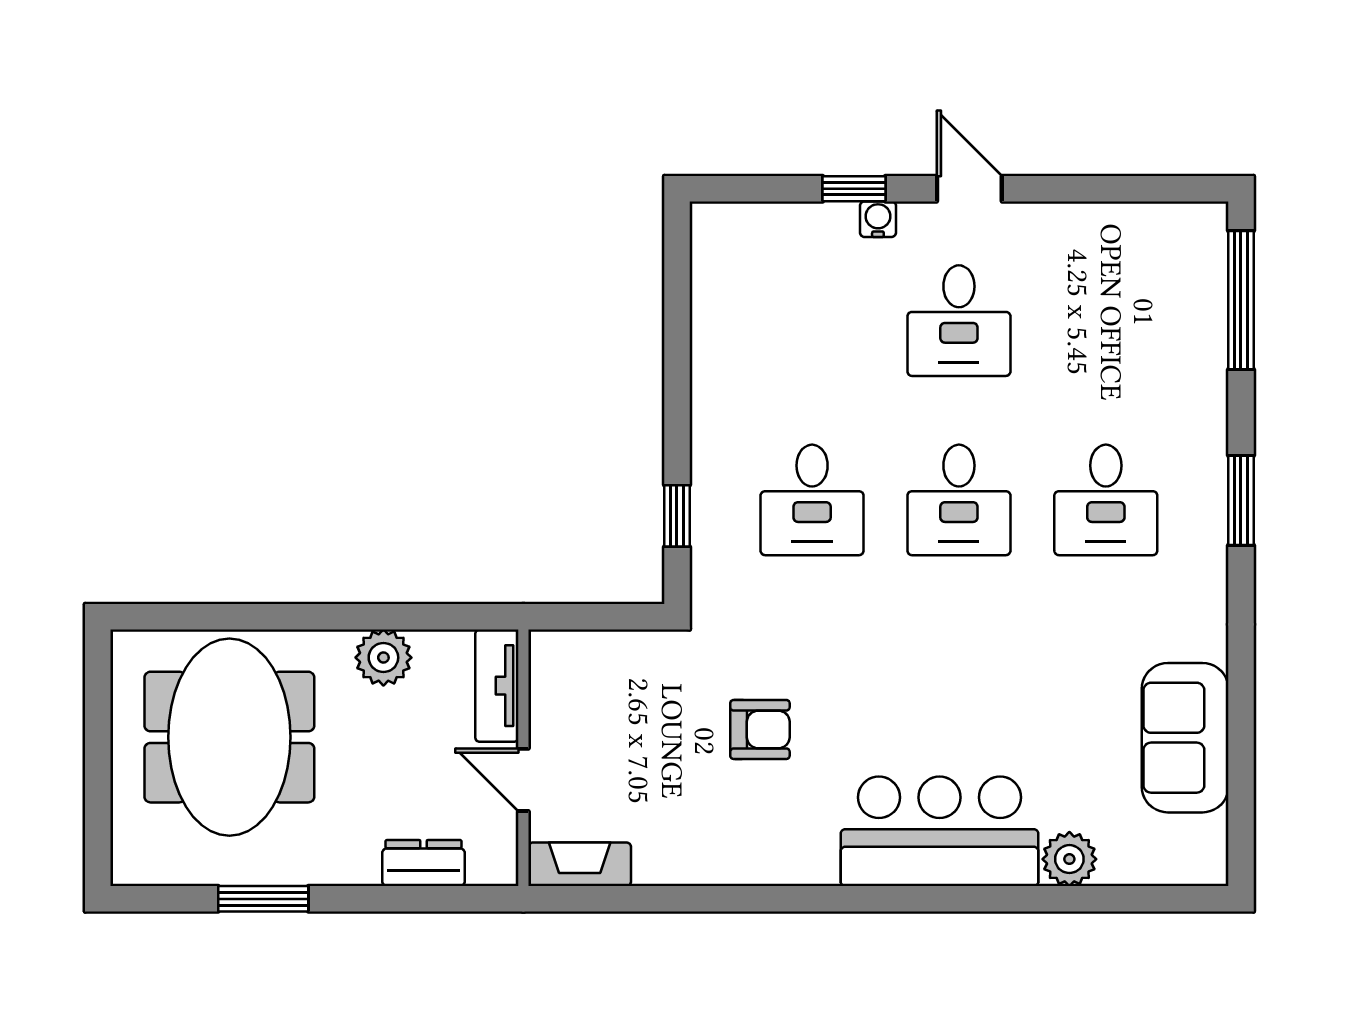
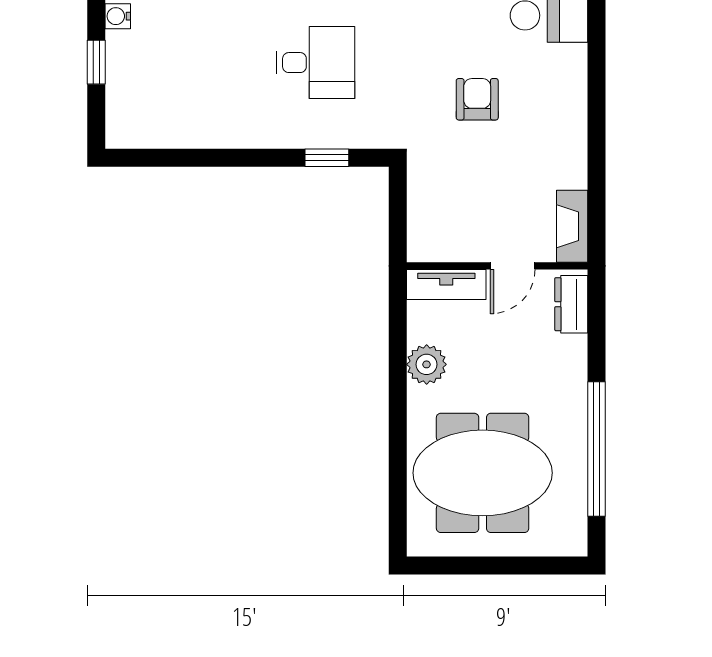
window: (854, 189) -> (96, 62), moved
dresser: (424, 863) -> (571, 304), moved
window: (263, 899) -> (596, 449), width x2.11

